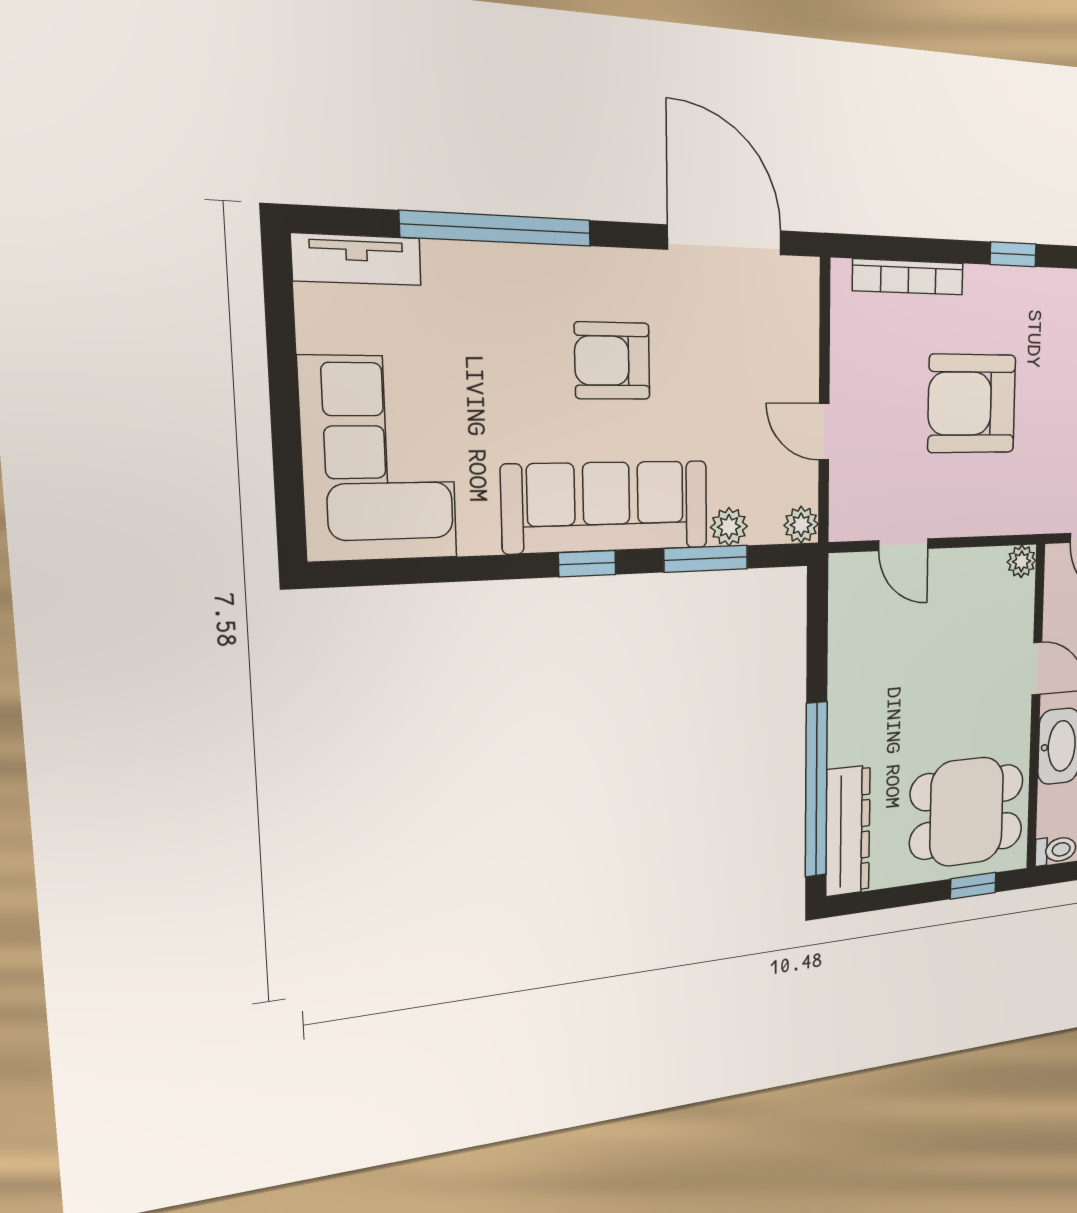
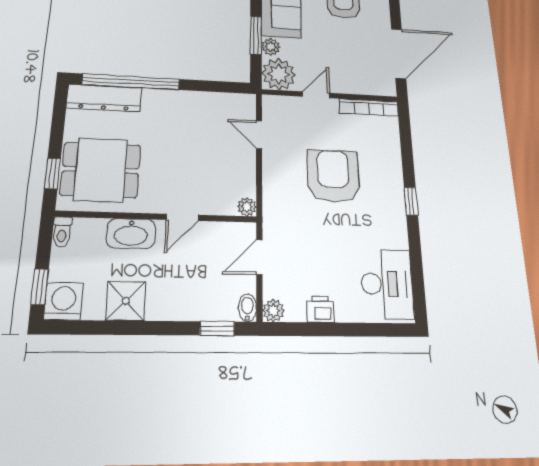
bookcase: (908, 277) -> (369, 107), moved, turned -90
plant: (801, 525) -> (279, 74), width x1.88, depth x1.88
door: (903, 545) -> (259, 135), hinge flipped
dining table: (967, 812) -> (101, 170), turned 90

